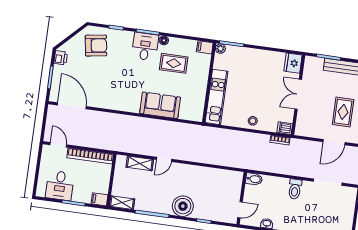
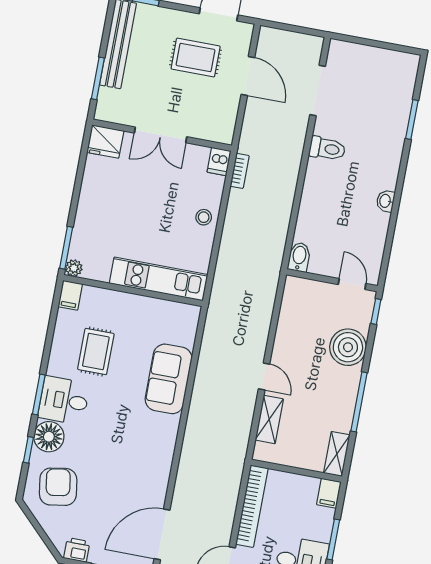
floor lamp: (164, 40) -> (49, 437), moved, width x1.89, depth x1.89
bidet: (254, 179) -> (299, 257), moved
wall: (242, 198) -> (332, 280), moved
door: (240, 210) -> (352, 284), moved

